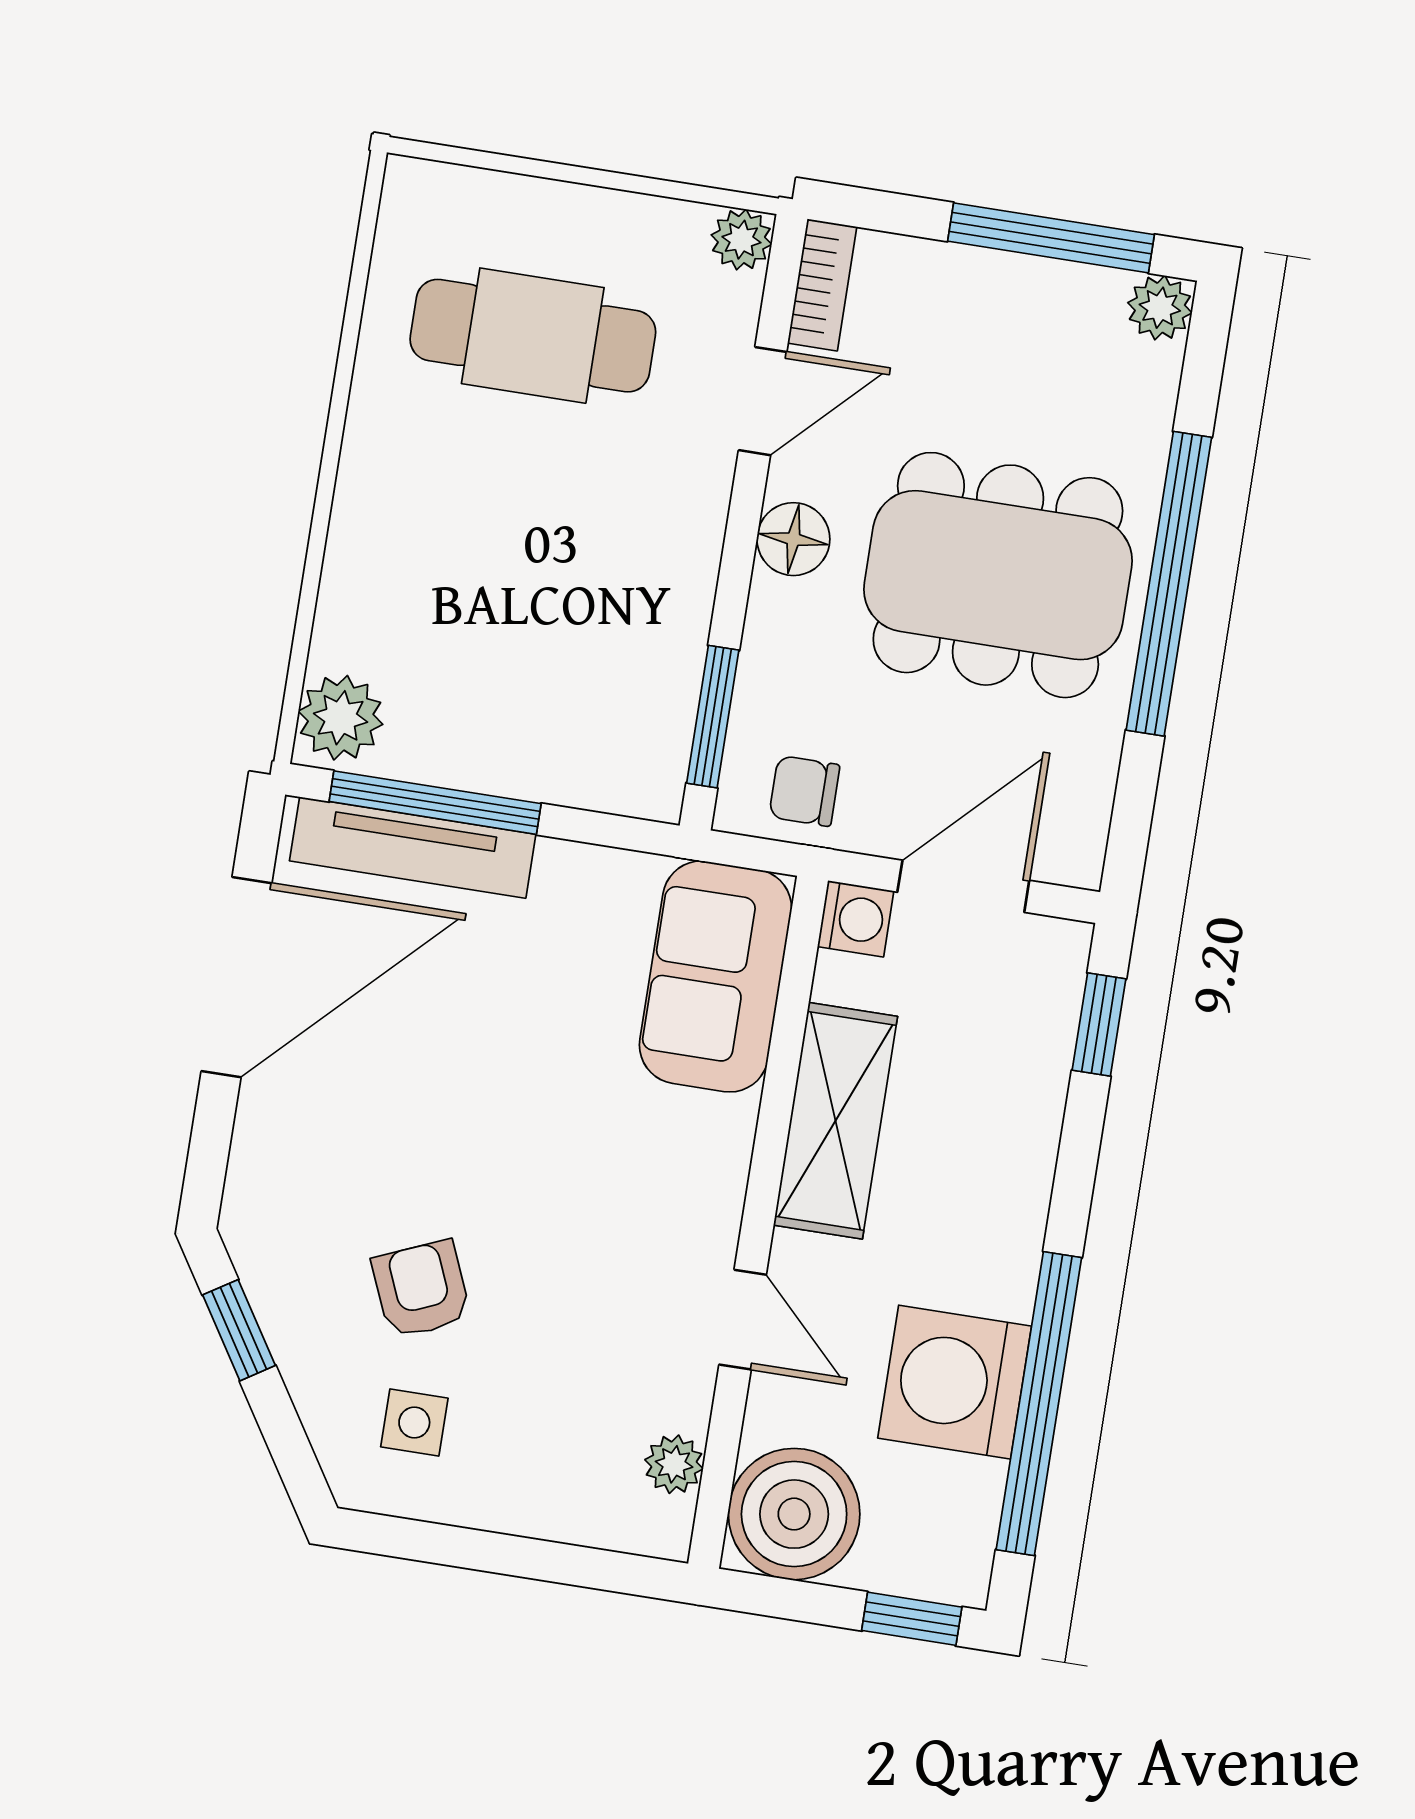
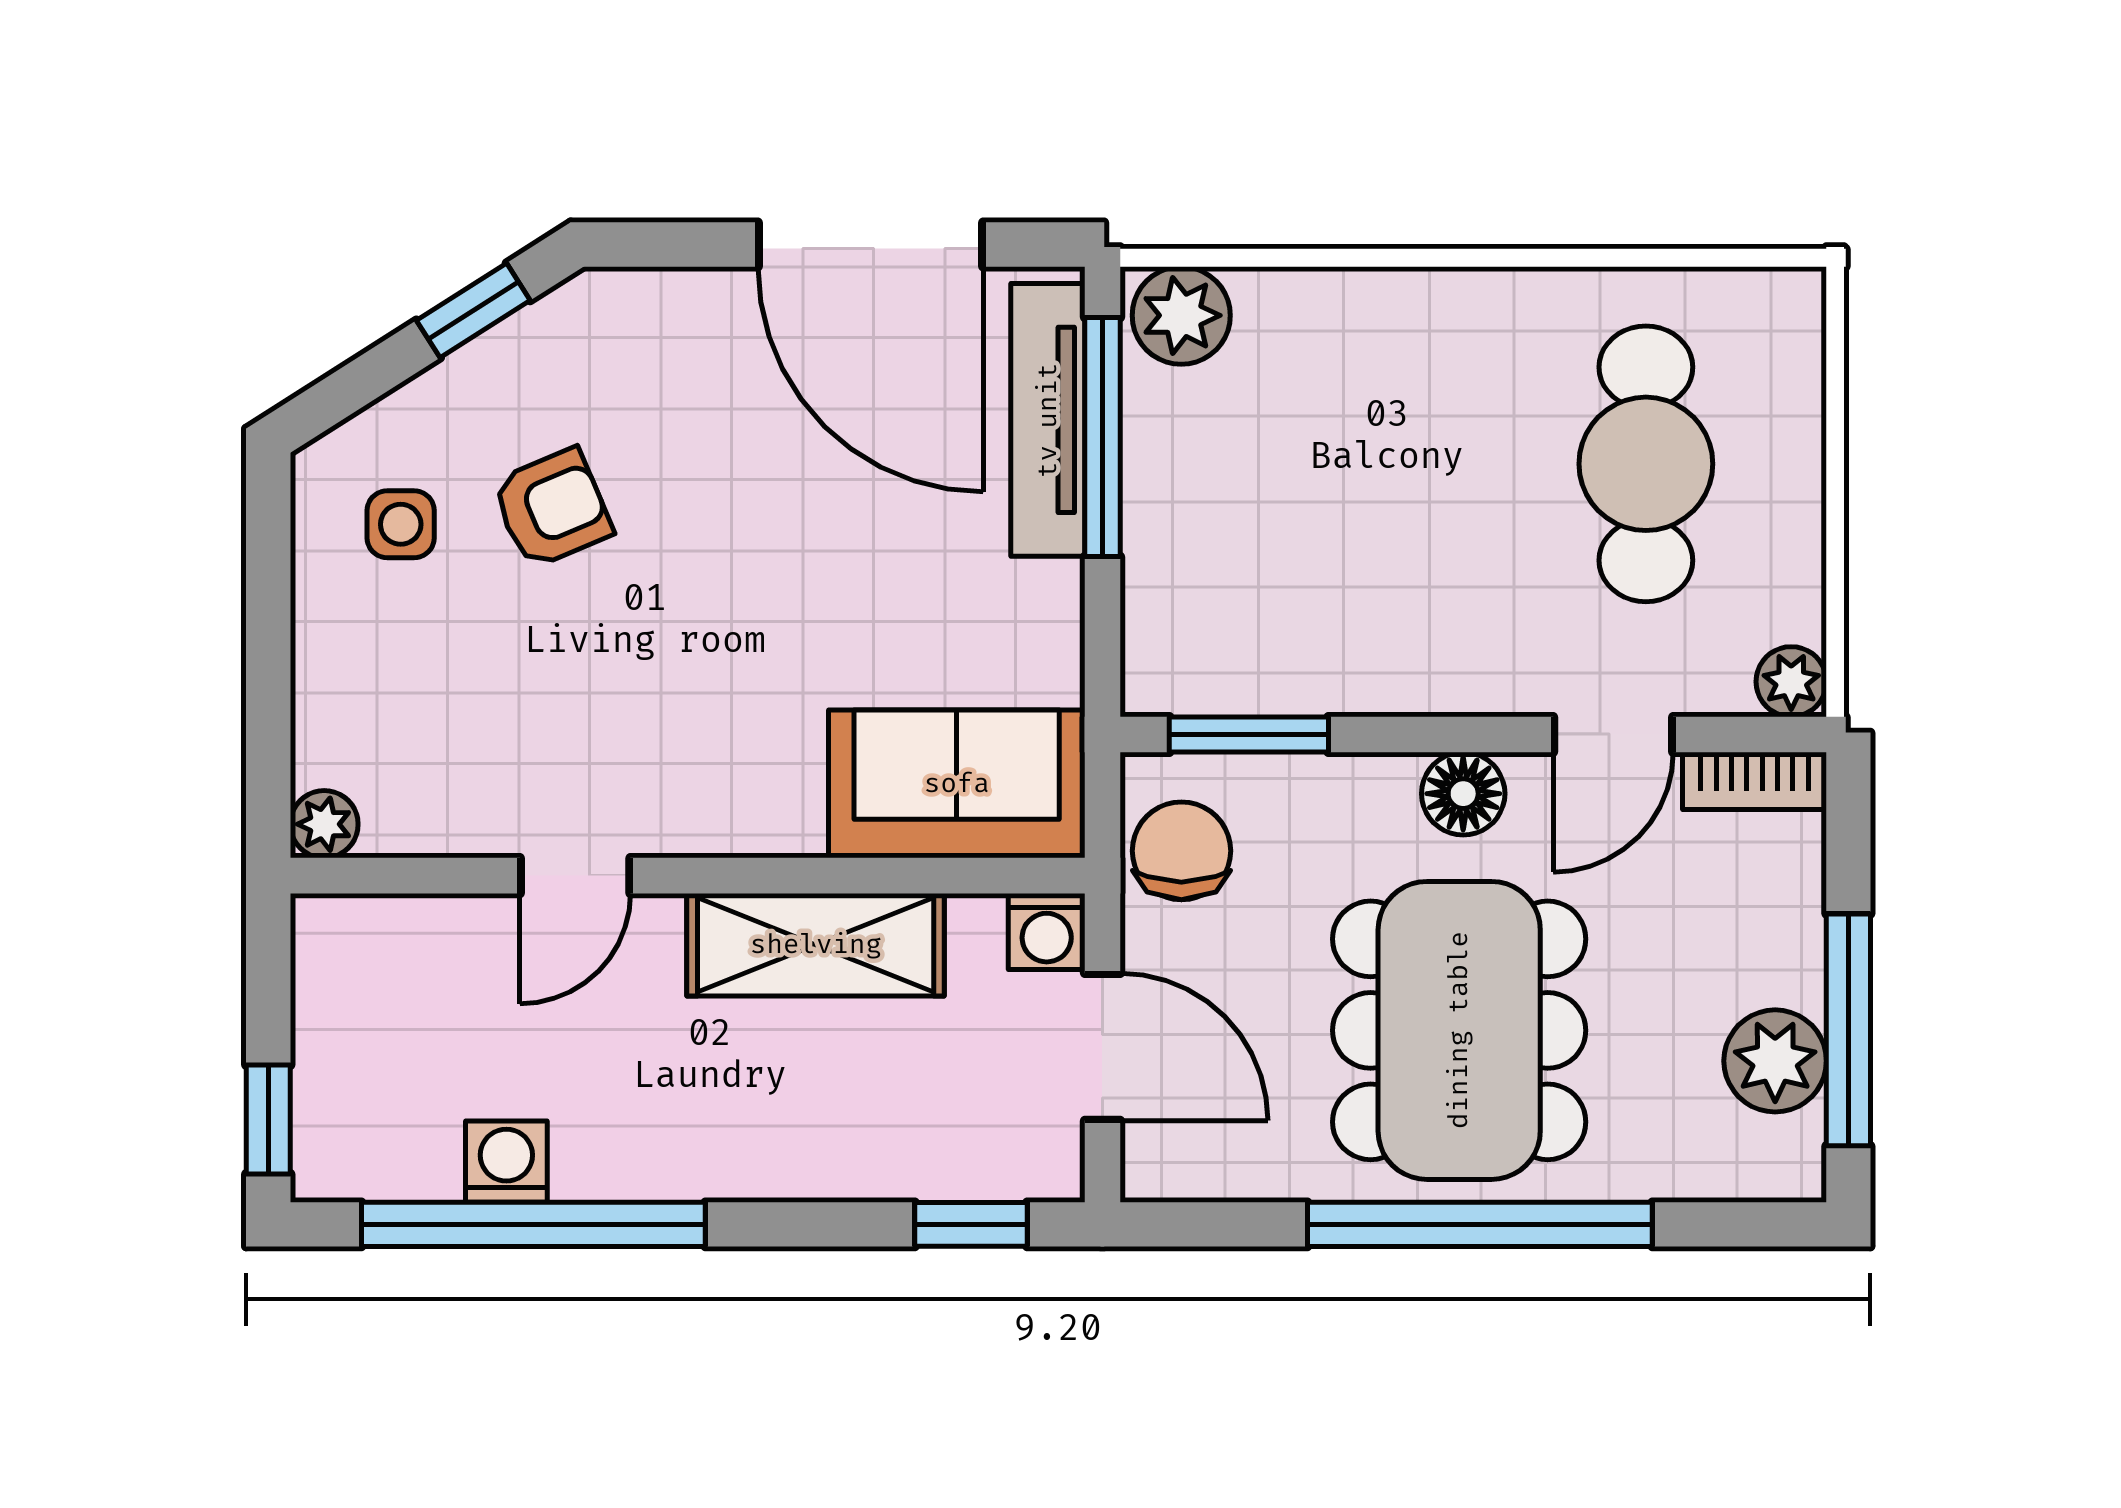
plant: (1160, 308) -> (1775, 1061), moved, width x1.38, depth x1.38
door: (763, 401) -> (1613, 734), hinge flipped
chair: (804, 791) -> (1181, 851), width x1.37, depth x1.37
washing machine: (955, 1382) -> (506, 1162), width x0.53, depth x0.53
plant: (674, 1464) -> (324, 824), moved
boiler: (794, 1514) -> (365, 968), removed

